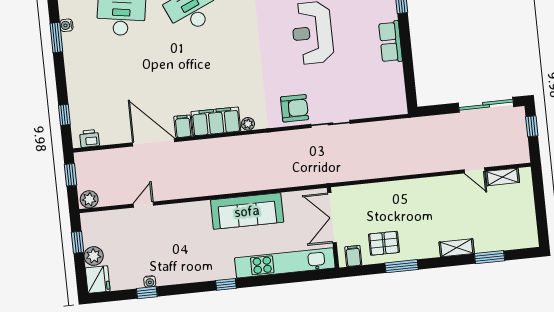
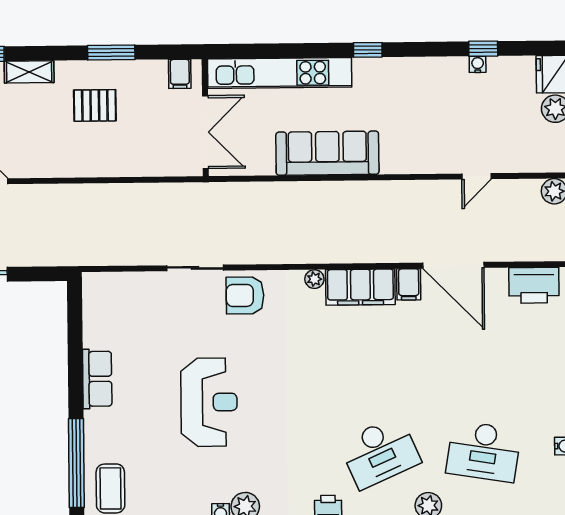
printer: (89, 138) -> (534, 285), width x1.87, depth x1.48
pallet: (384, 243) -> (95, 105), moved

